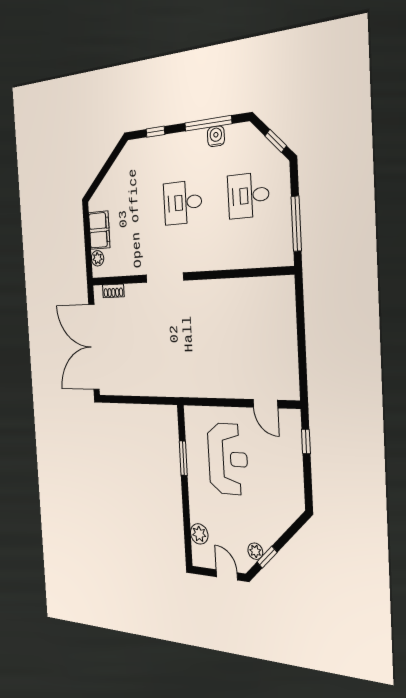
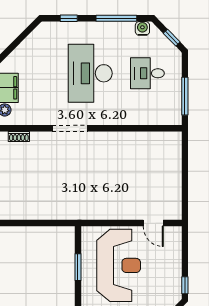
water cooler: (216, 136) -> (142, 28), moved
desk: (183, 203) -> (90, 73), width x1.87, depth x1.30
window: (306, 441) -> (185, 285), moved
reception desk: (228, 459) -> (119, 265), width x1.36, depth x1.30

